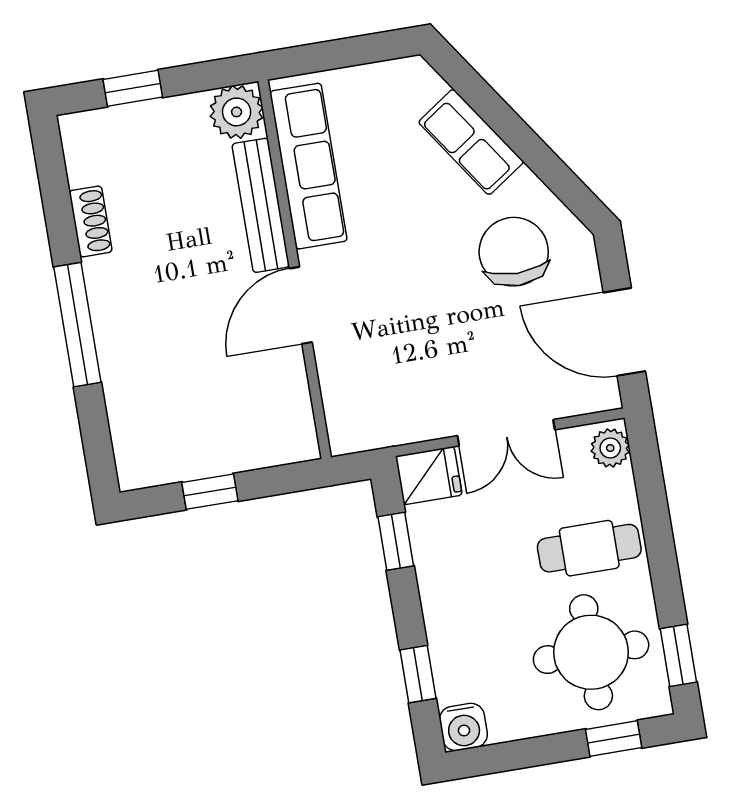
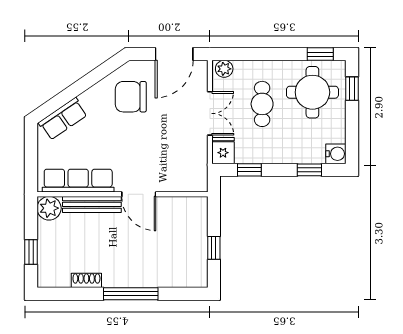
row of seats: (471, 142) -> (63, 119), moved
cafe table: (589, 548) -> (262, 104), moved

